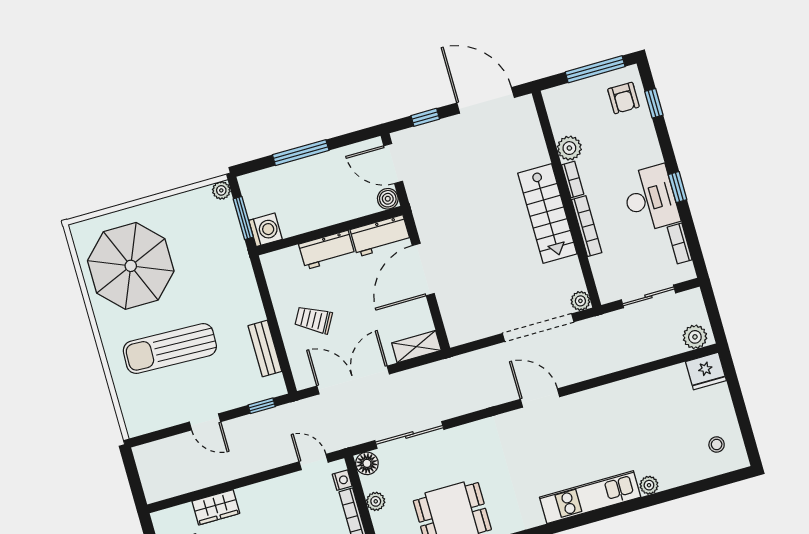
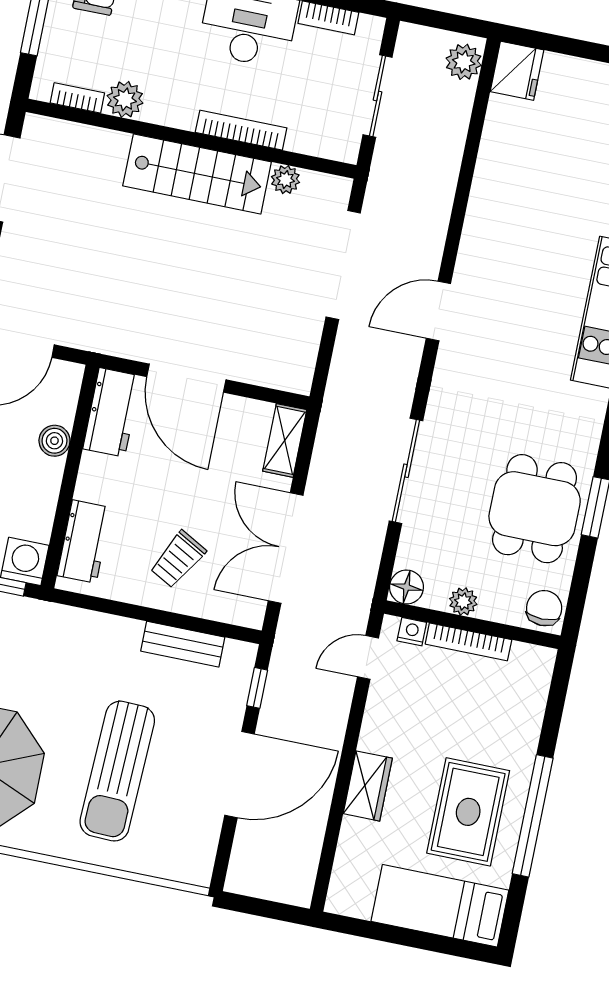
bookcase: (573, 180) -> (77, 98), moved
boiler: (388, 199) -> (54, 441), moved
workbench: (327, 250) -> (84, 542), moved
plant: (580, 301) -> (285, 180), moved
door: (205, 422) -> (239, 775), width x1.88
sliding door: (409, 435) -> (406, 471), moved
wardrobe: (216, 507) -> (368, 786), moved

